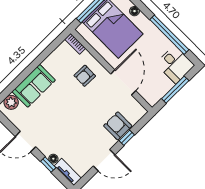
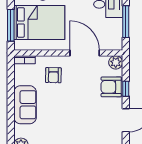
sofa: (34, 86) -> (25, 105), moved
plant: (139, 112) -> (116, 62), added

